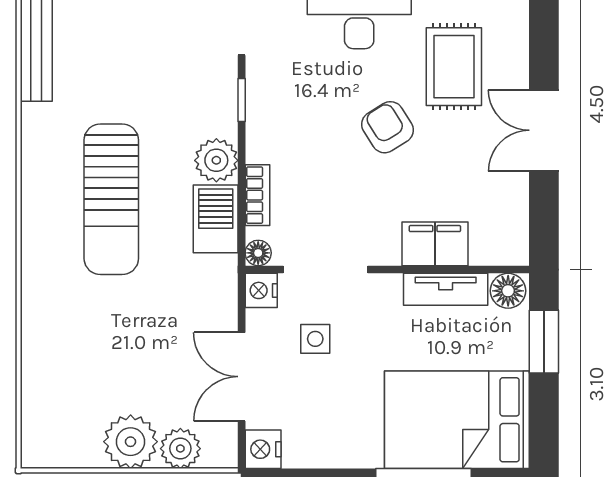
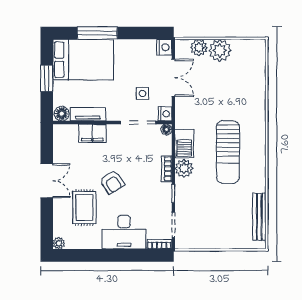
bookcase: (257, 195) -> (167, 169), moved
sun lounger: (111, 199) -> (228, 152), turned 180
window: (544, 342) -> (47, 78), moved

